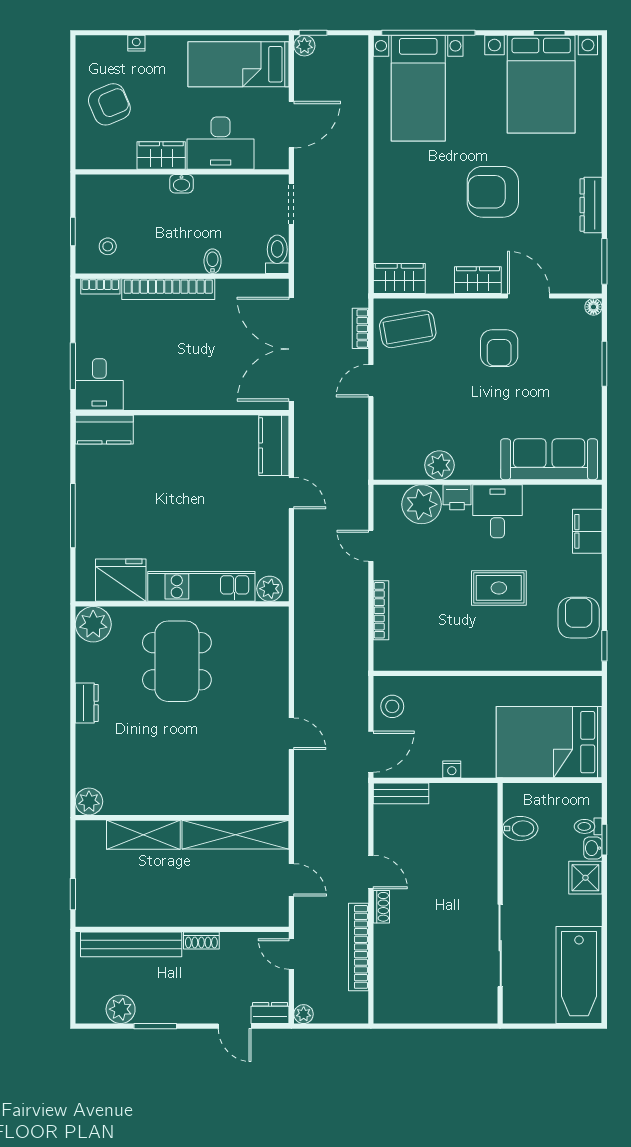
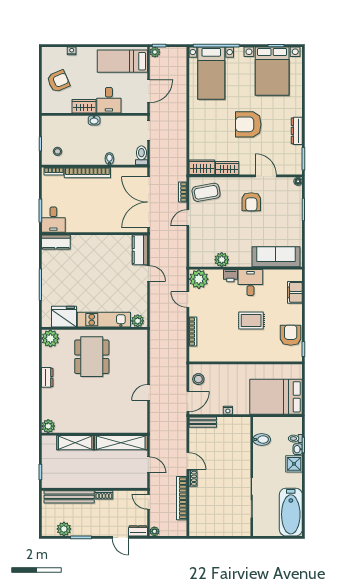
desk: (221, 143) -> (109, 100), width x0.73
wardrobe: (478, 280) -> (227, 168), moved
plant: (422, 504) -> (199, 279), moved
door: (291, 734) -> (148, 393), swing flipped

